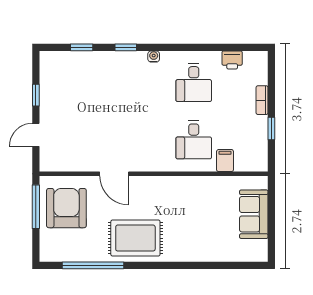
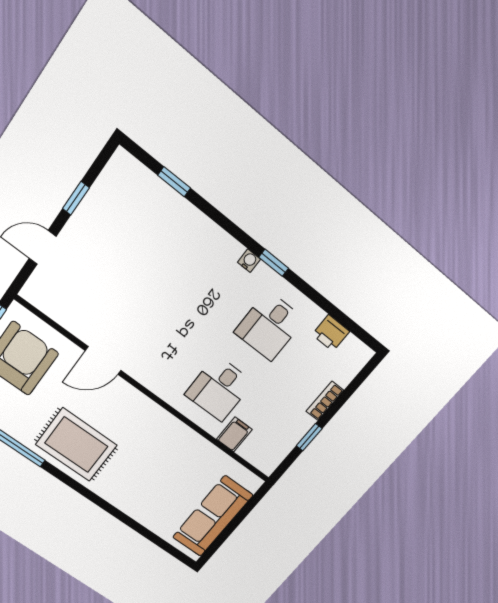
window: (126, 47) -> (274, 263), moved
door: (114, 174) -> (103, 360), hinge flipped
sofa: (254, 214) -> (213, 516), width x1.36

